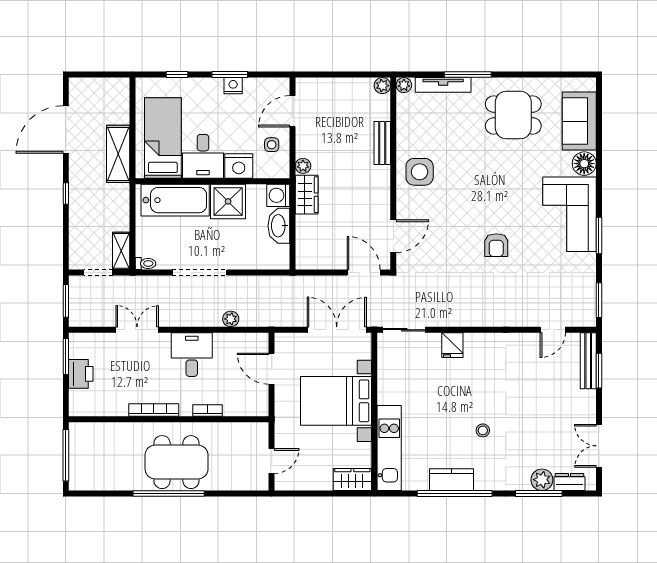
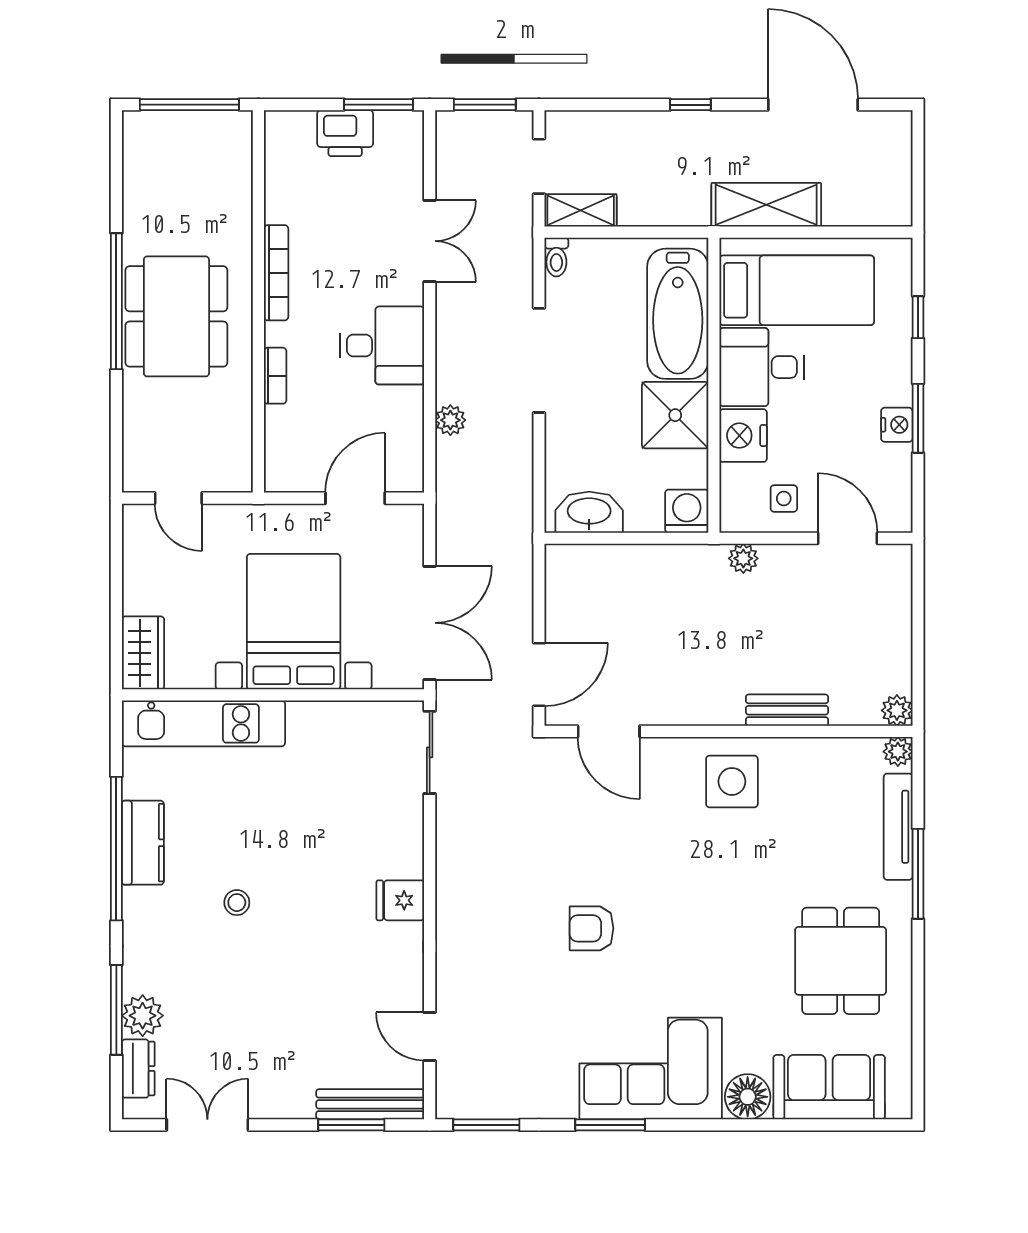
wardrobe: (307, 195) -> (688, 565), removed
washbasin: (279, 226) -> (589, 512), moved
fridge: (452, 345) -> (400, 900), moved

